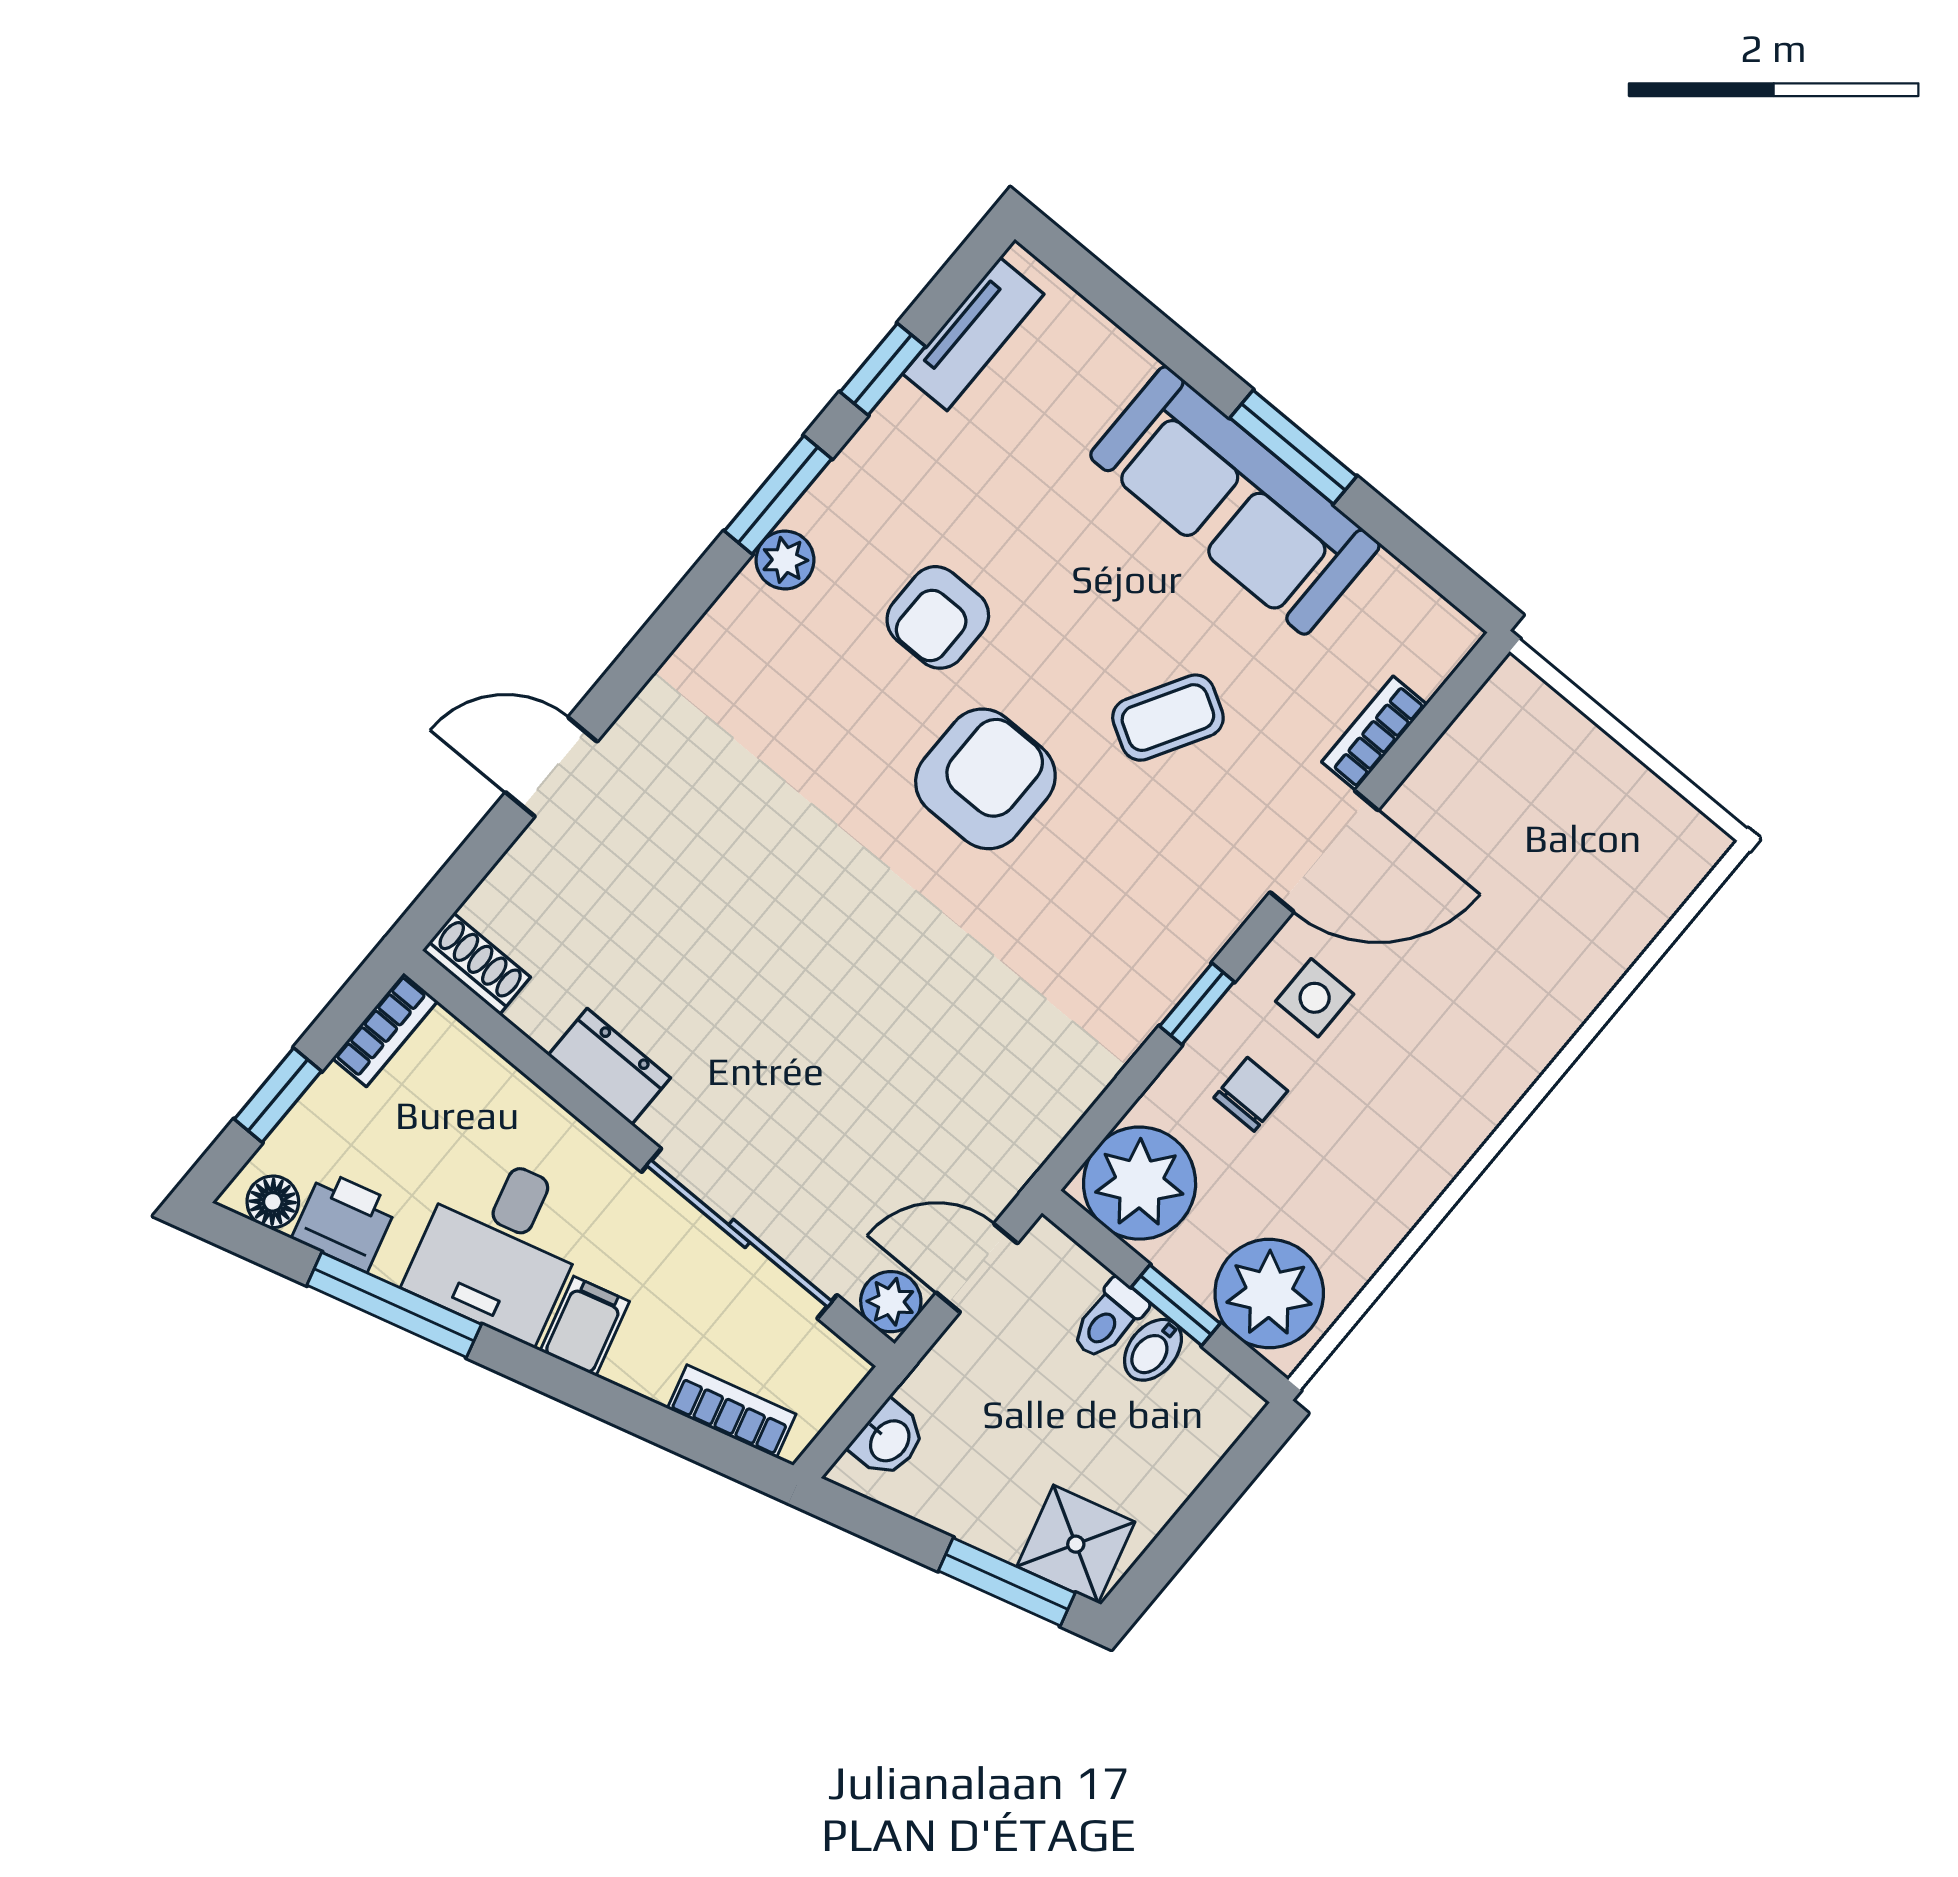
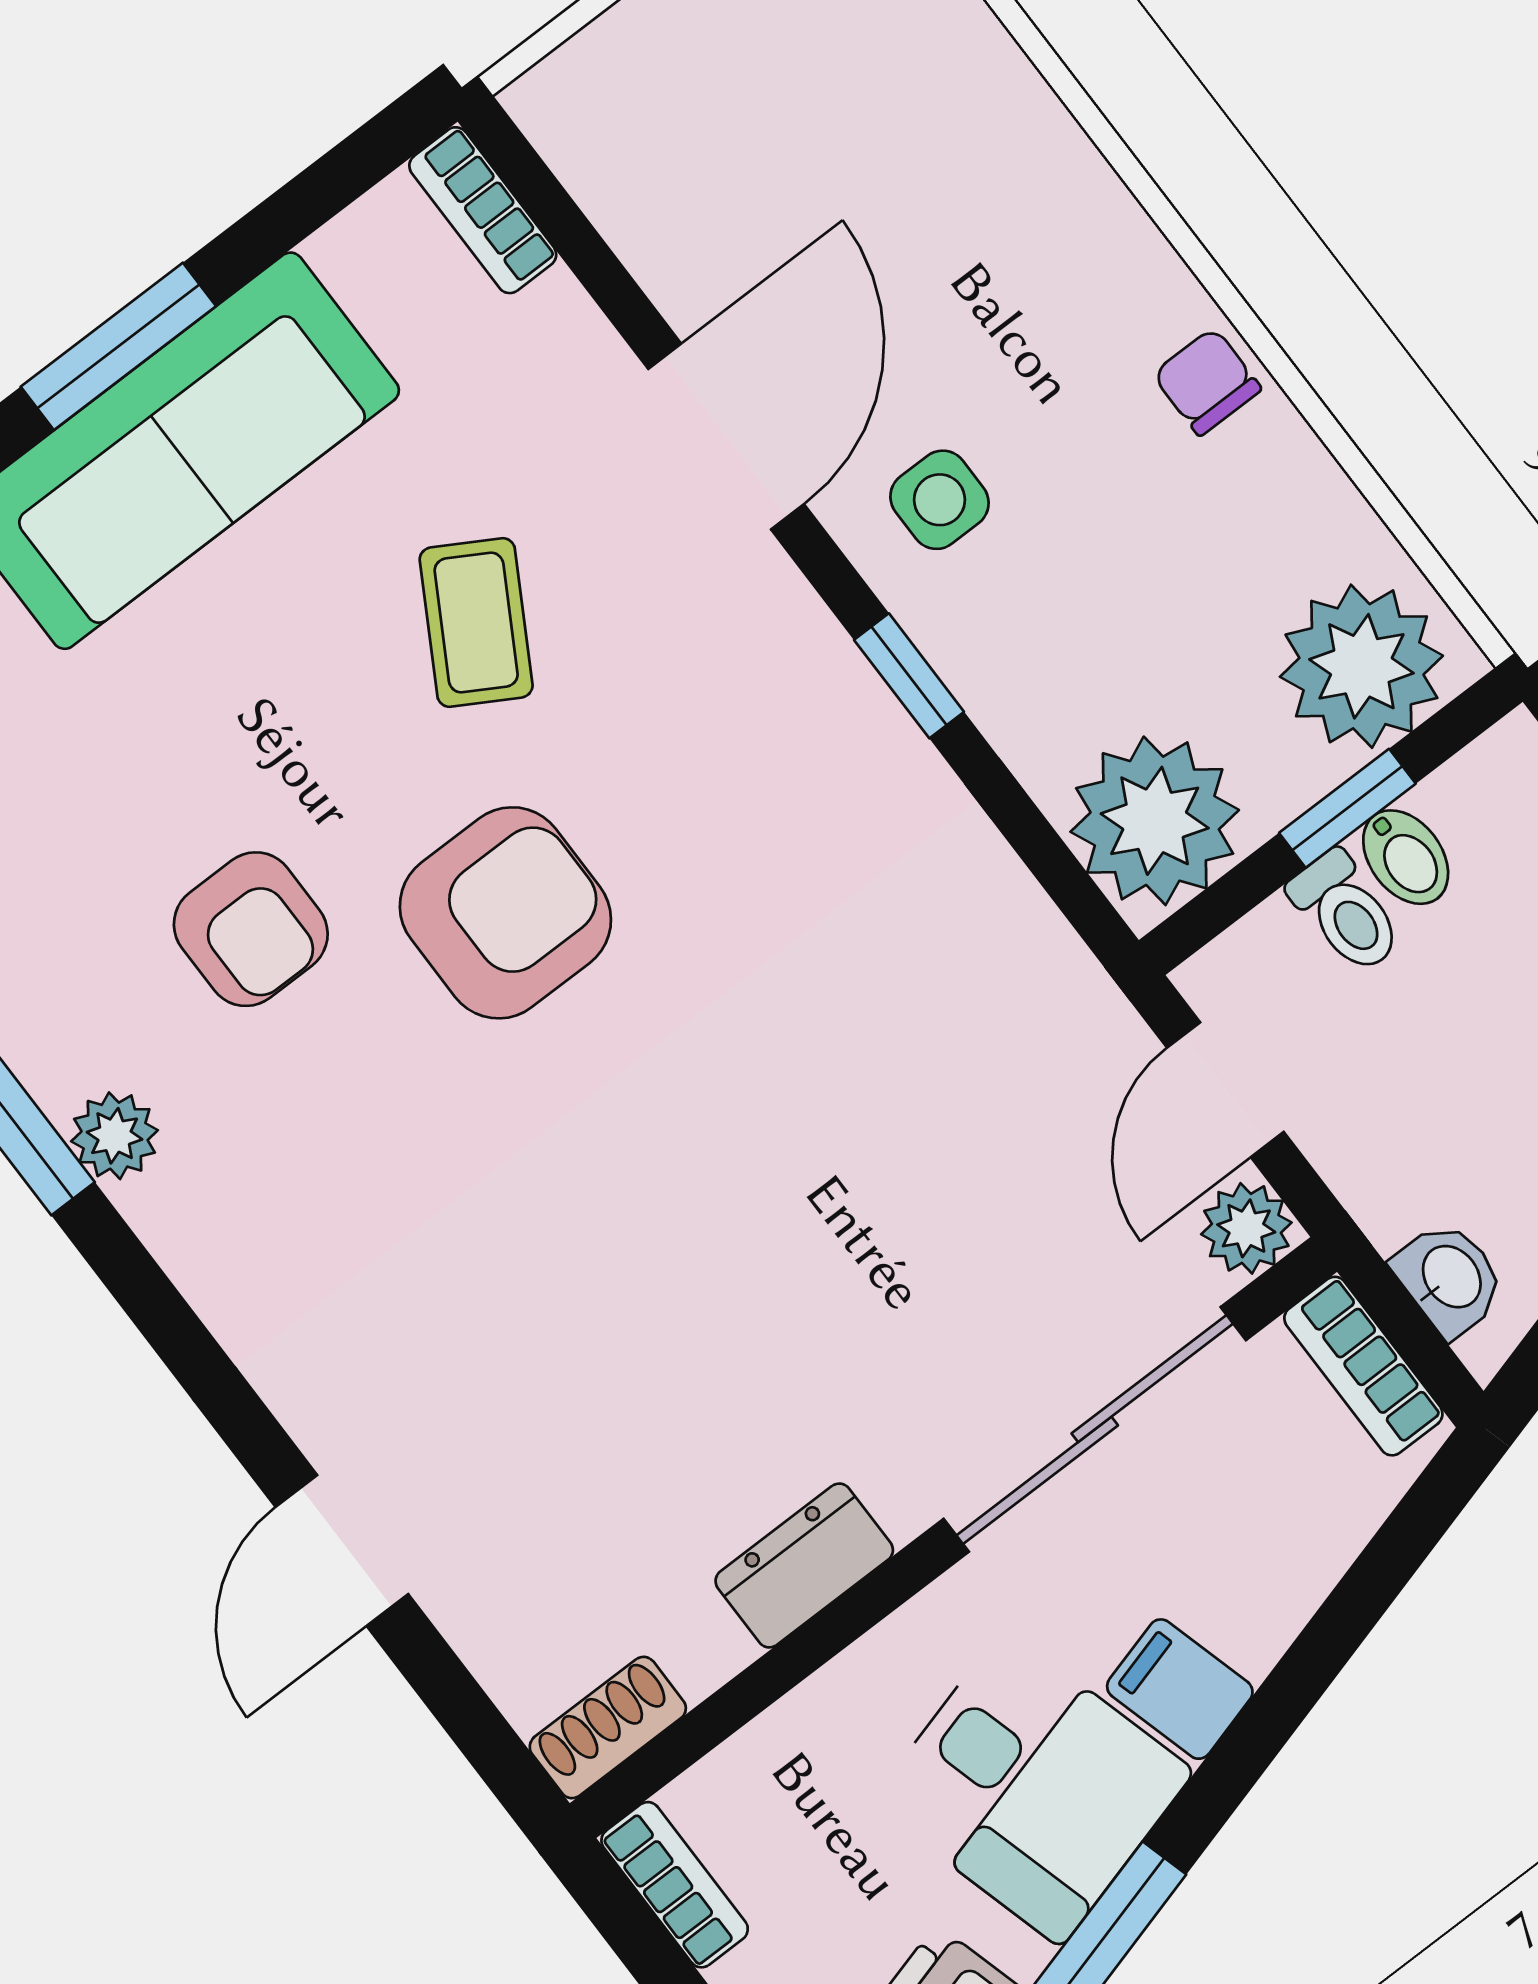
bookcase: (1374, 733) -> (483, 210), moved
armchair: (985, 779) -> (505, 913), turned 90
chair: (1251, 1094) -> (1207, 382), moved
bookcase: (732, 1411) -> (1363, 1366), moved, turned -75

